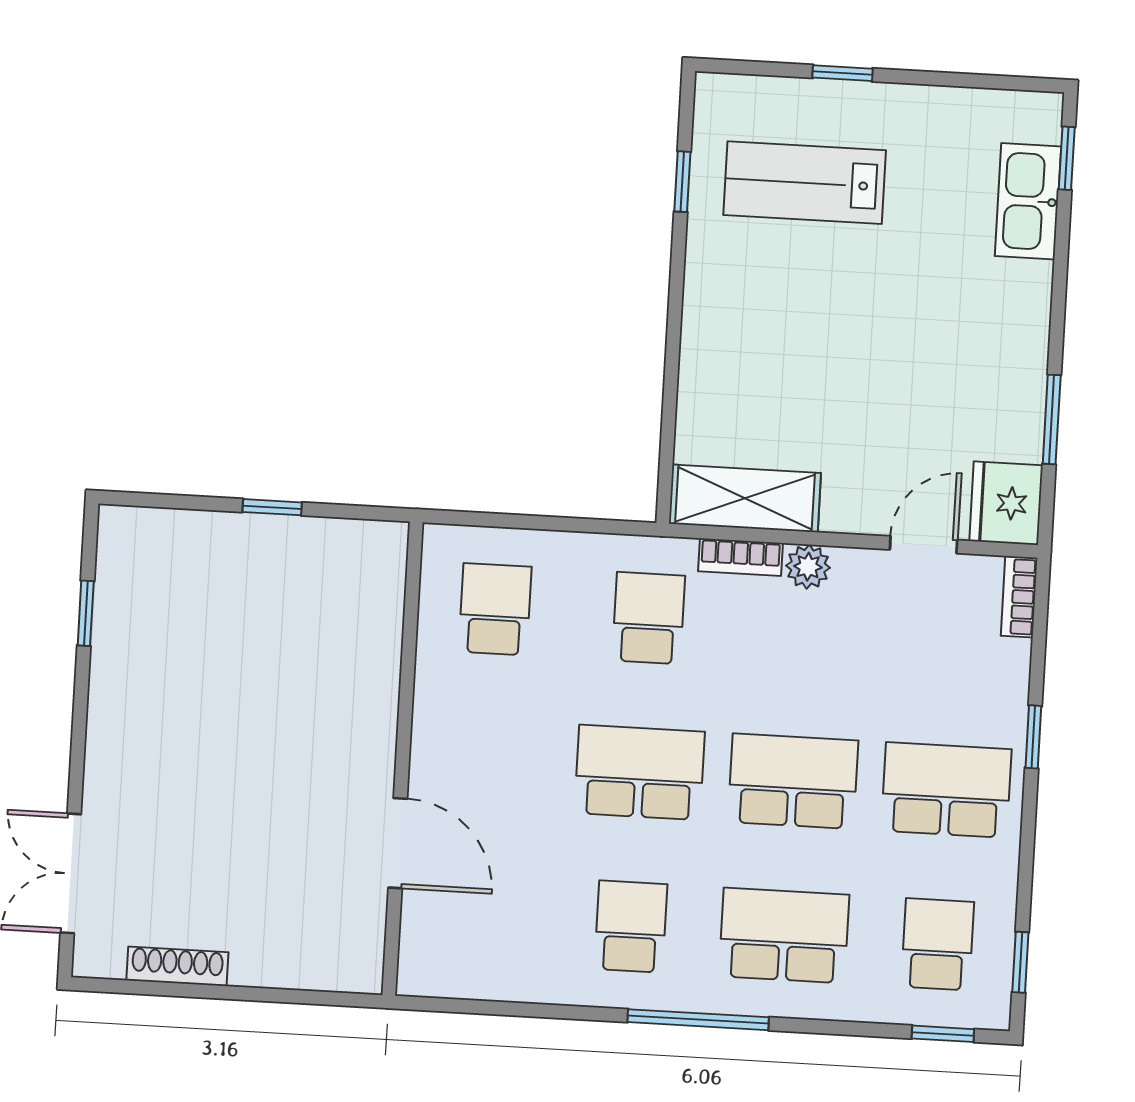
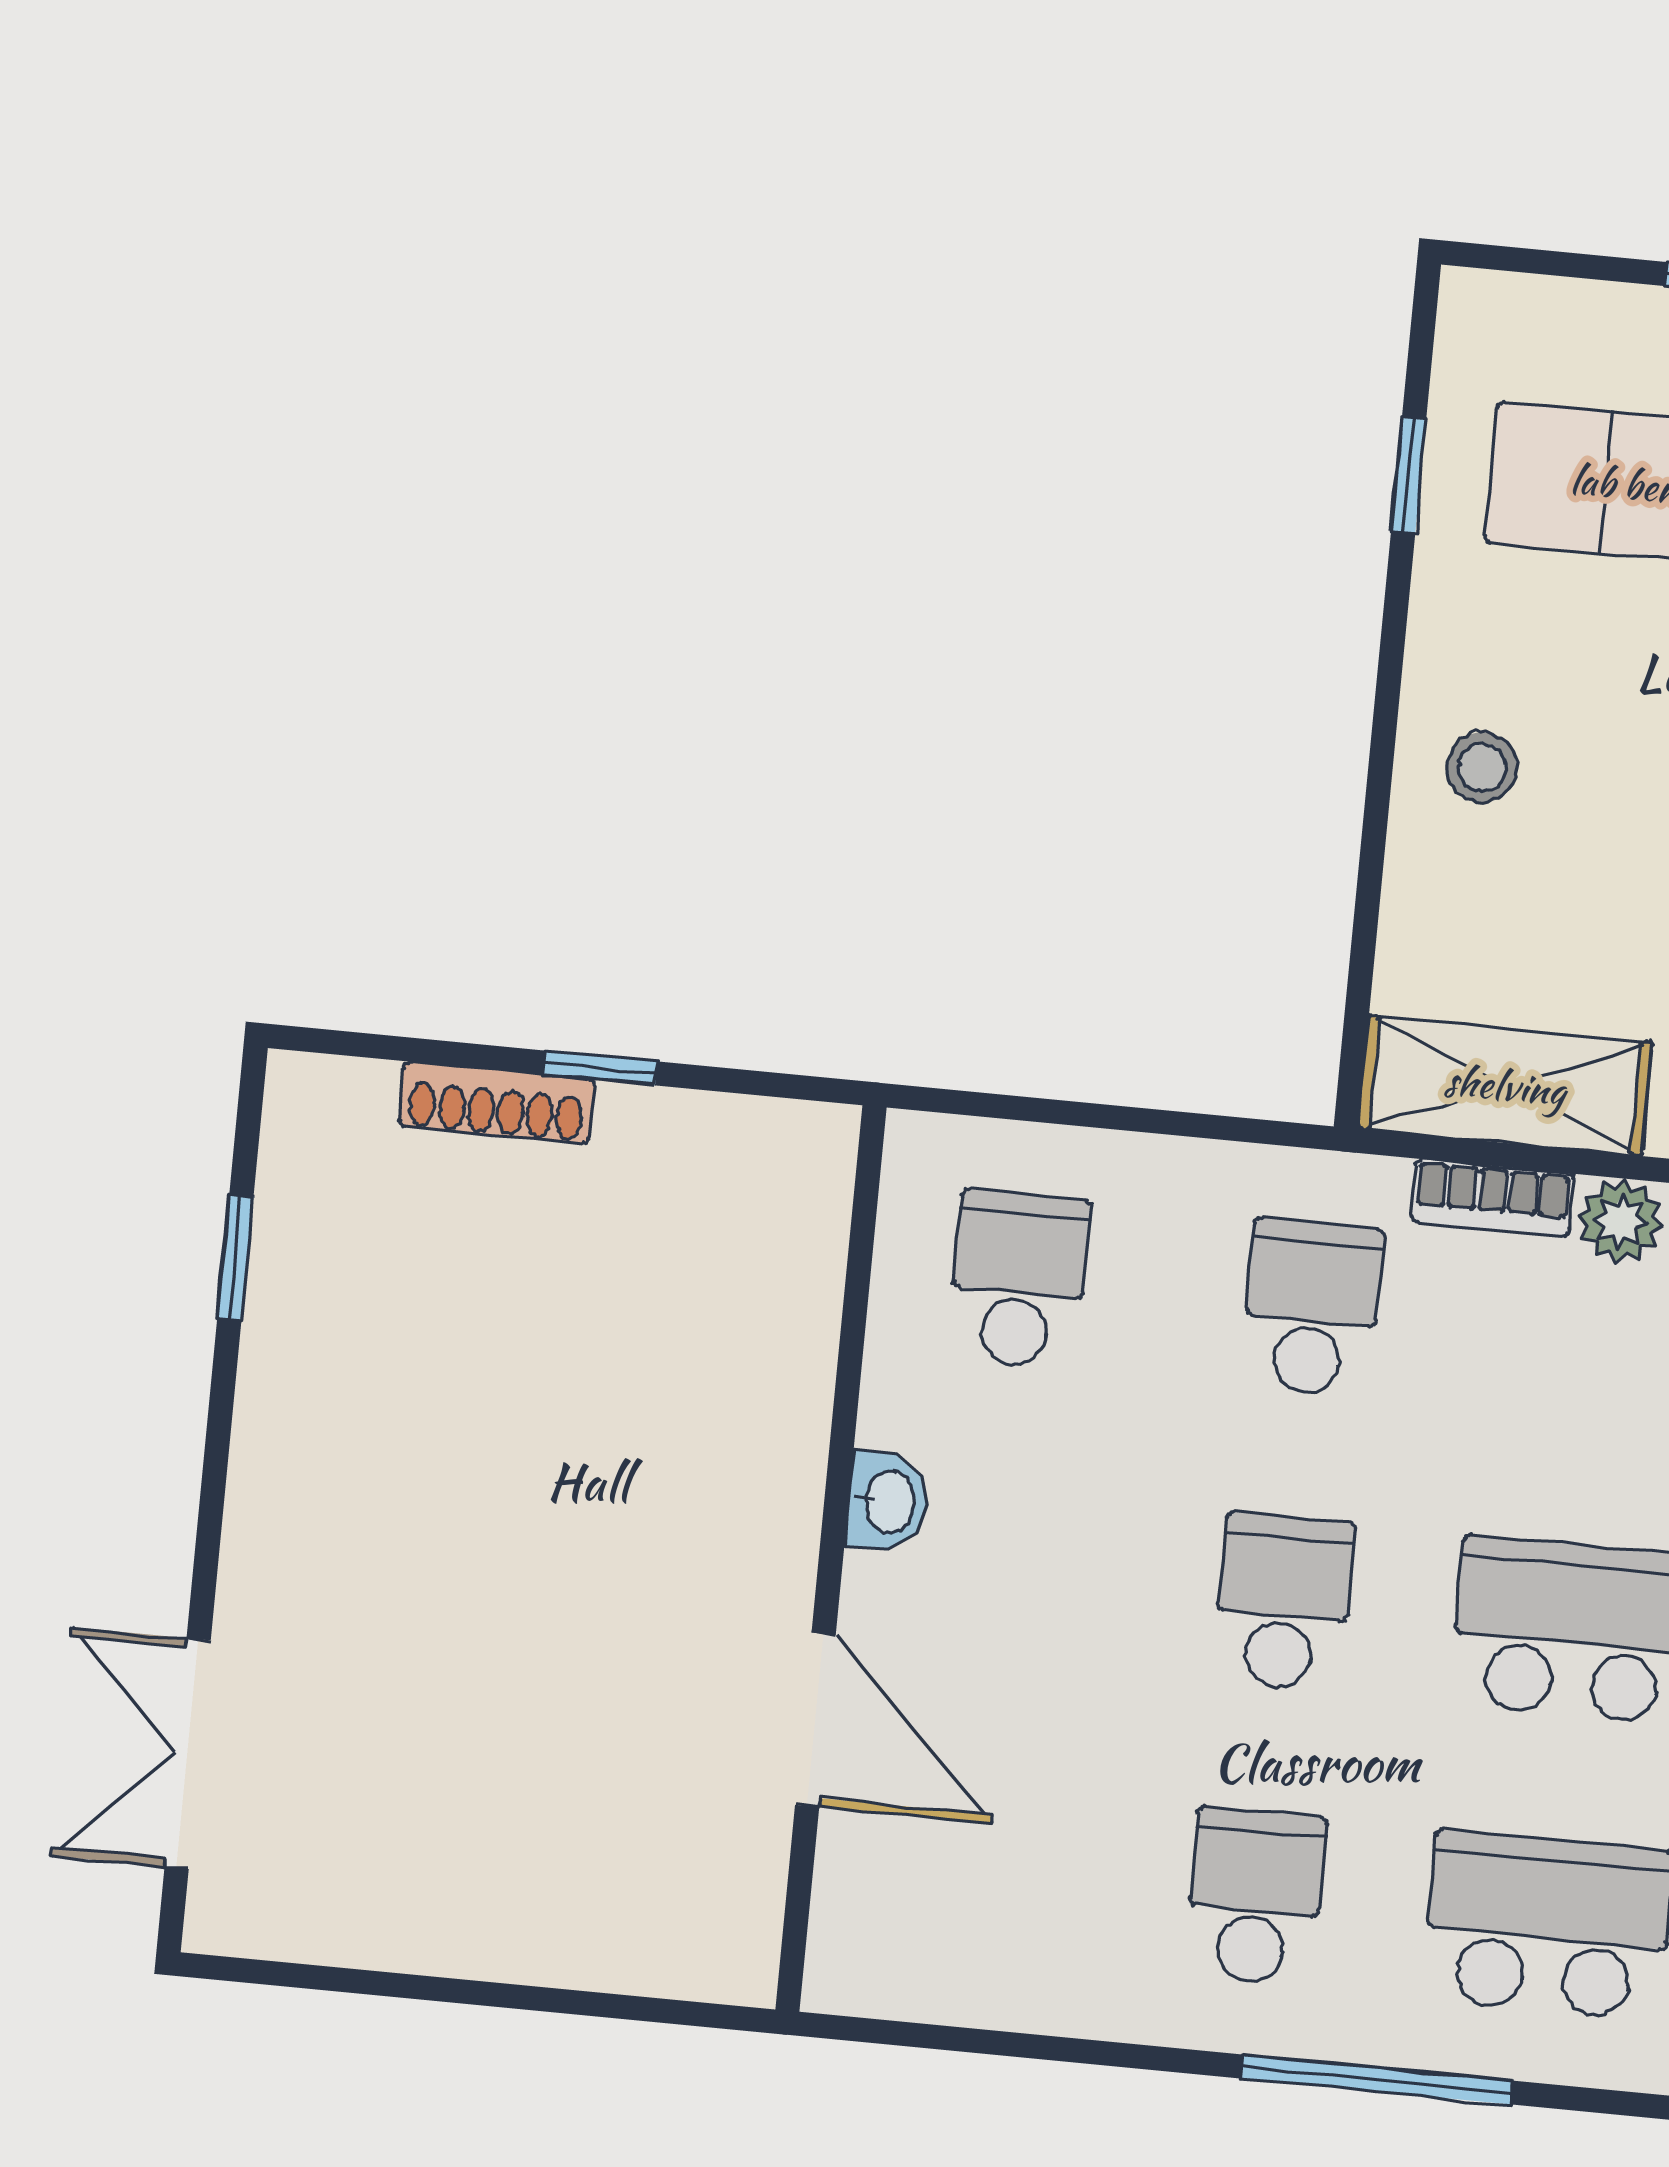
stool: (727, 333) -> (1482, 767), added
washbasin: (431, 728) -> (888, 1502), added
school desk: (640, 772) -> (1283, 1602), width x0.54
shoe rack: (177, 966) -> (496, 1103), moved, turned 180

